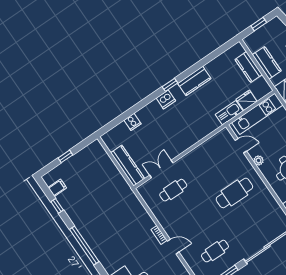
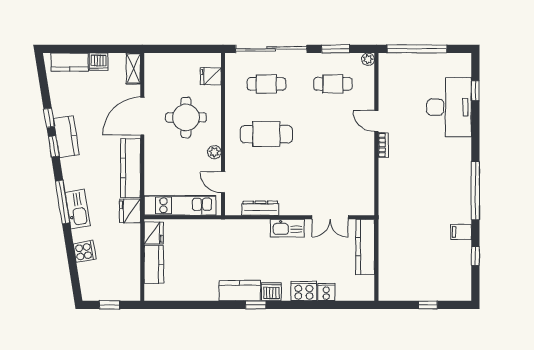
kitchen counter: (267, 63) -> (130, 255), removed
kitchen counter: (194, 81) -> (240, 291), moved
fridge: (247, 100) -> (154, 233), moved, turned -90
cooker: (146, 113) -> (304, 291), added
kitchen sink: (229, 113) -> (287, 228), moved
dresser: (207, 146) -> (260, 208), added
filing cabinet: (57, 188) -> (461, 232), moved
cafe table: (173, 190) -> (266, 84), moved

